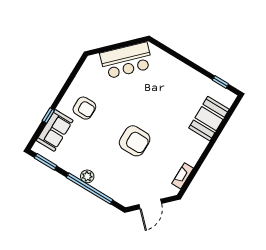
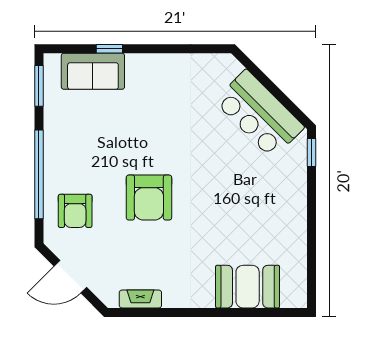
window: (220, 82) -> (311, 152), moved
armchair: (84, 108) -> (75, 211), moved
plant: (87, 176) -> (55, 160), removed

